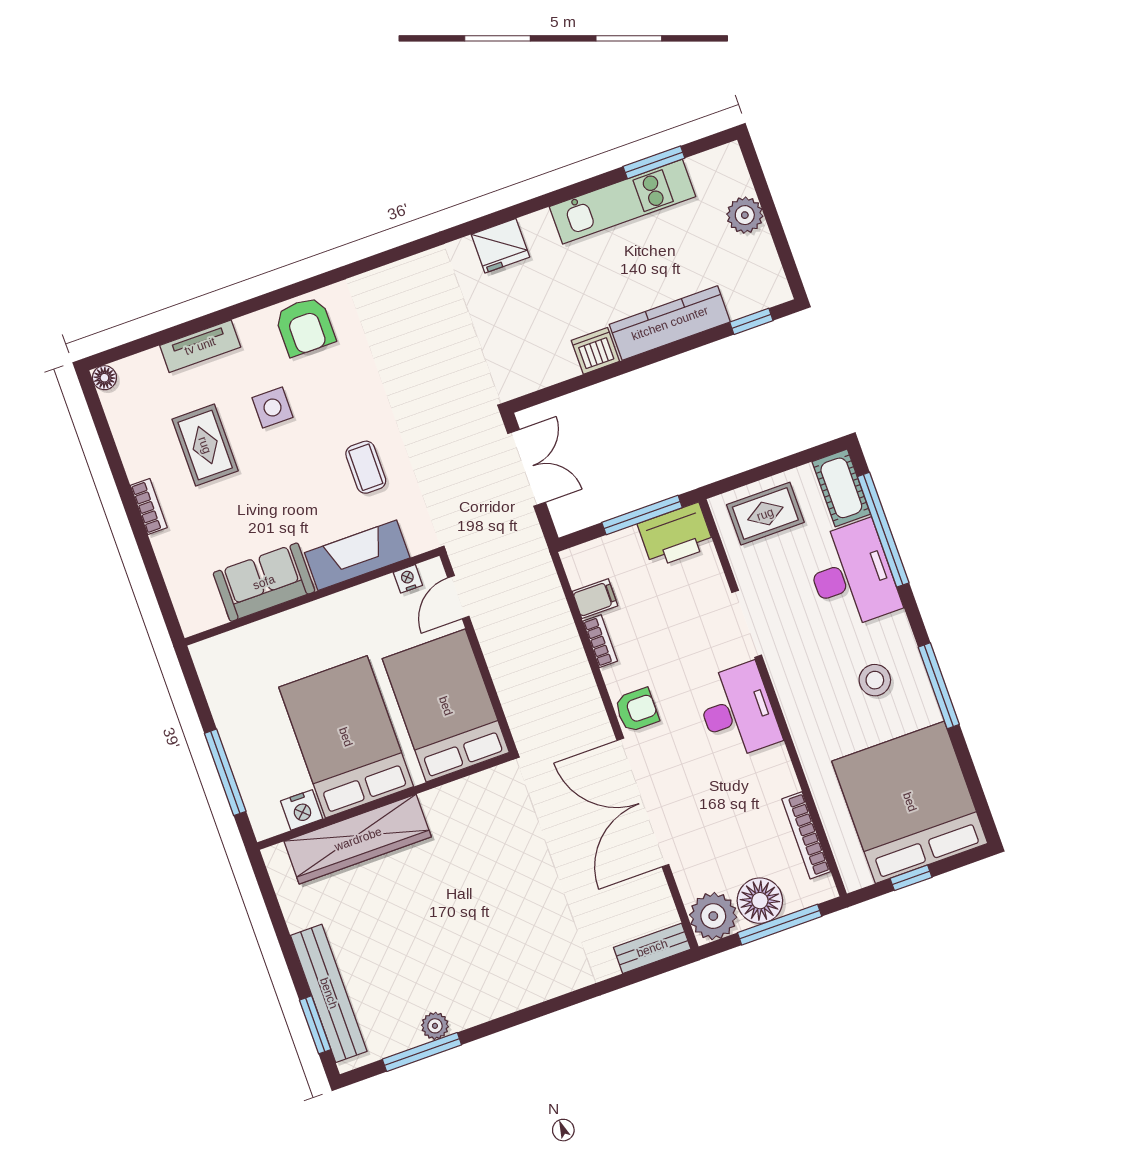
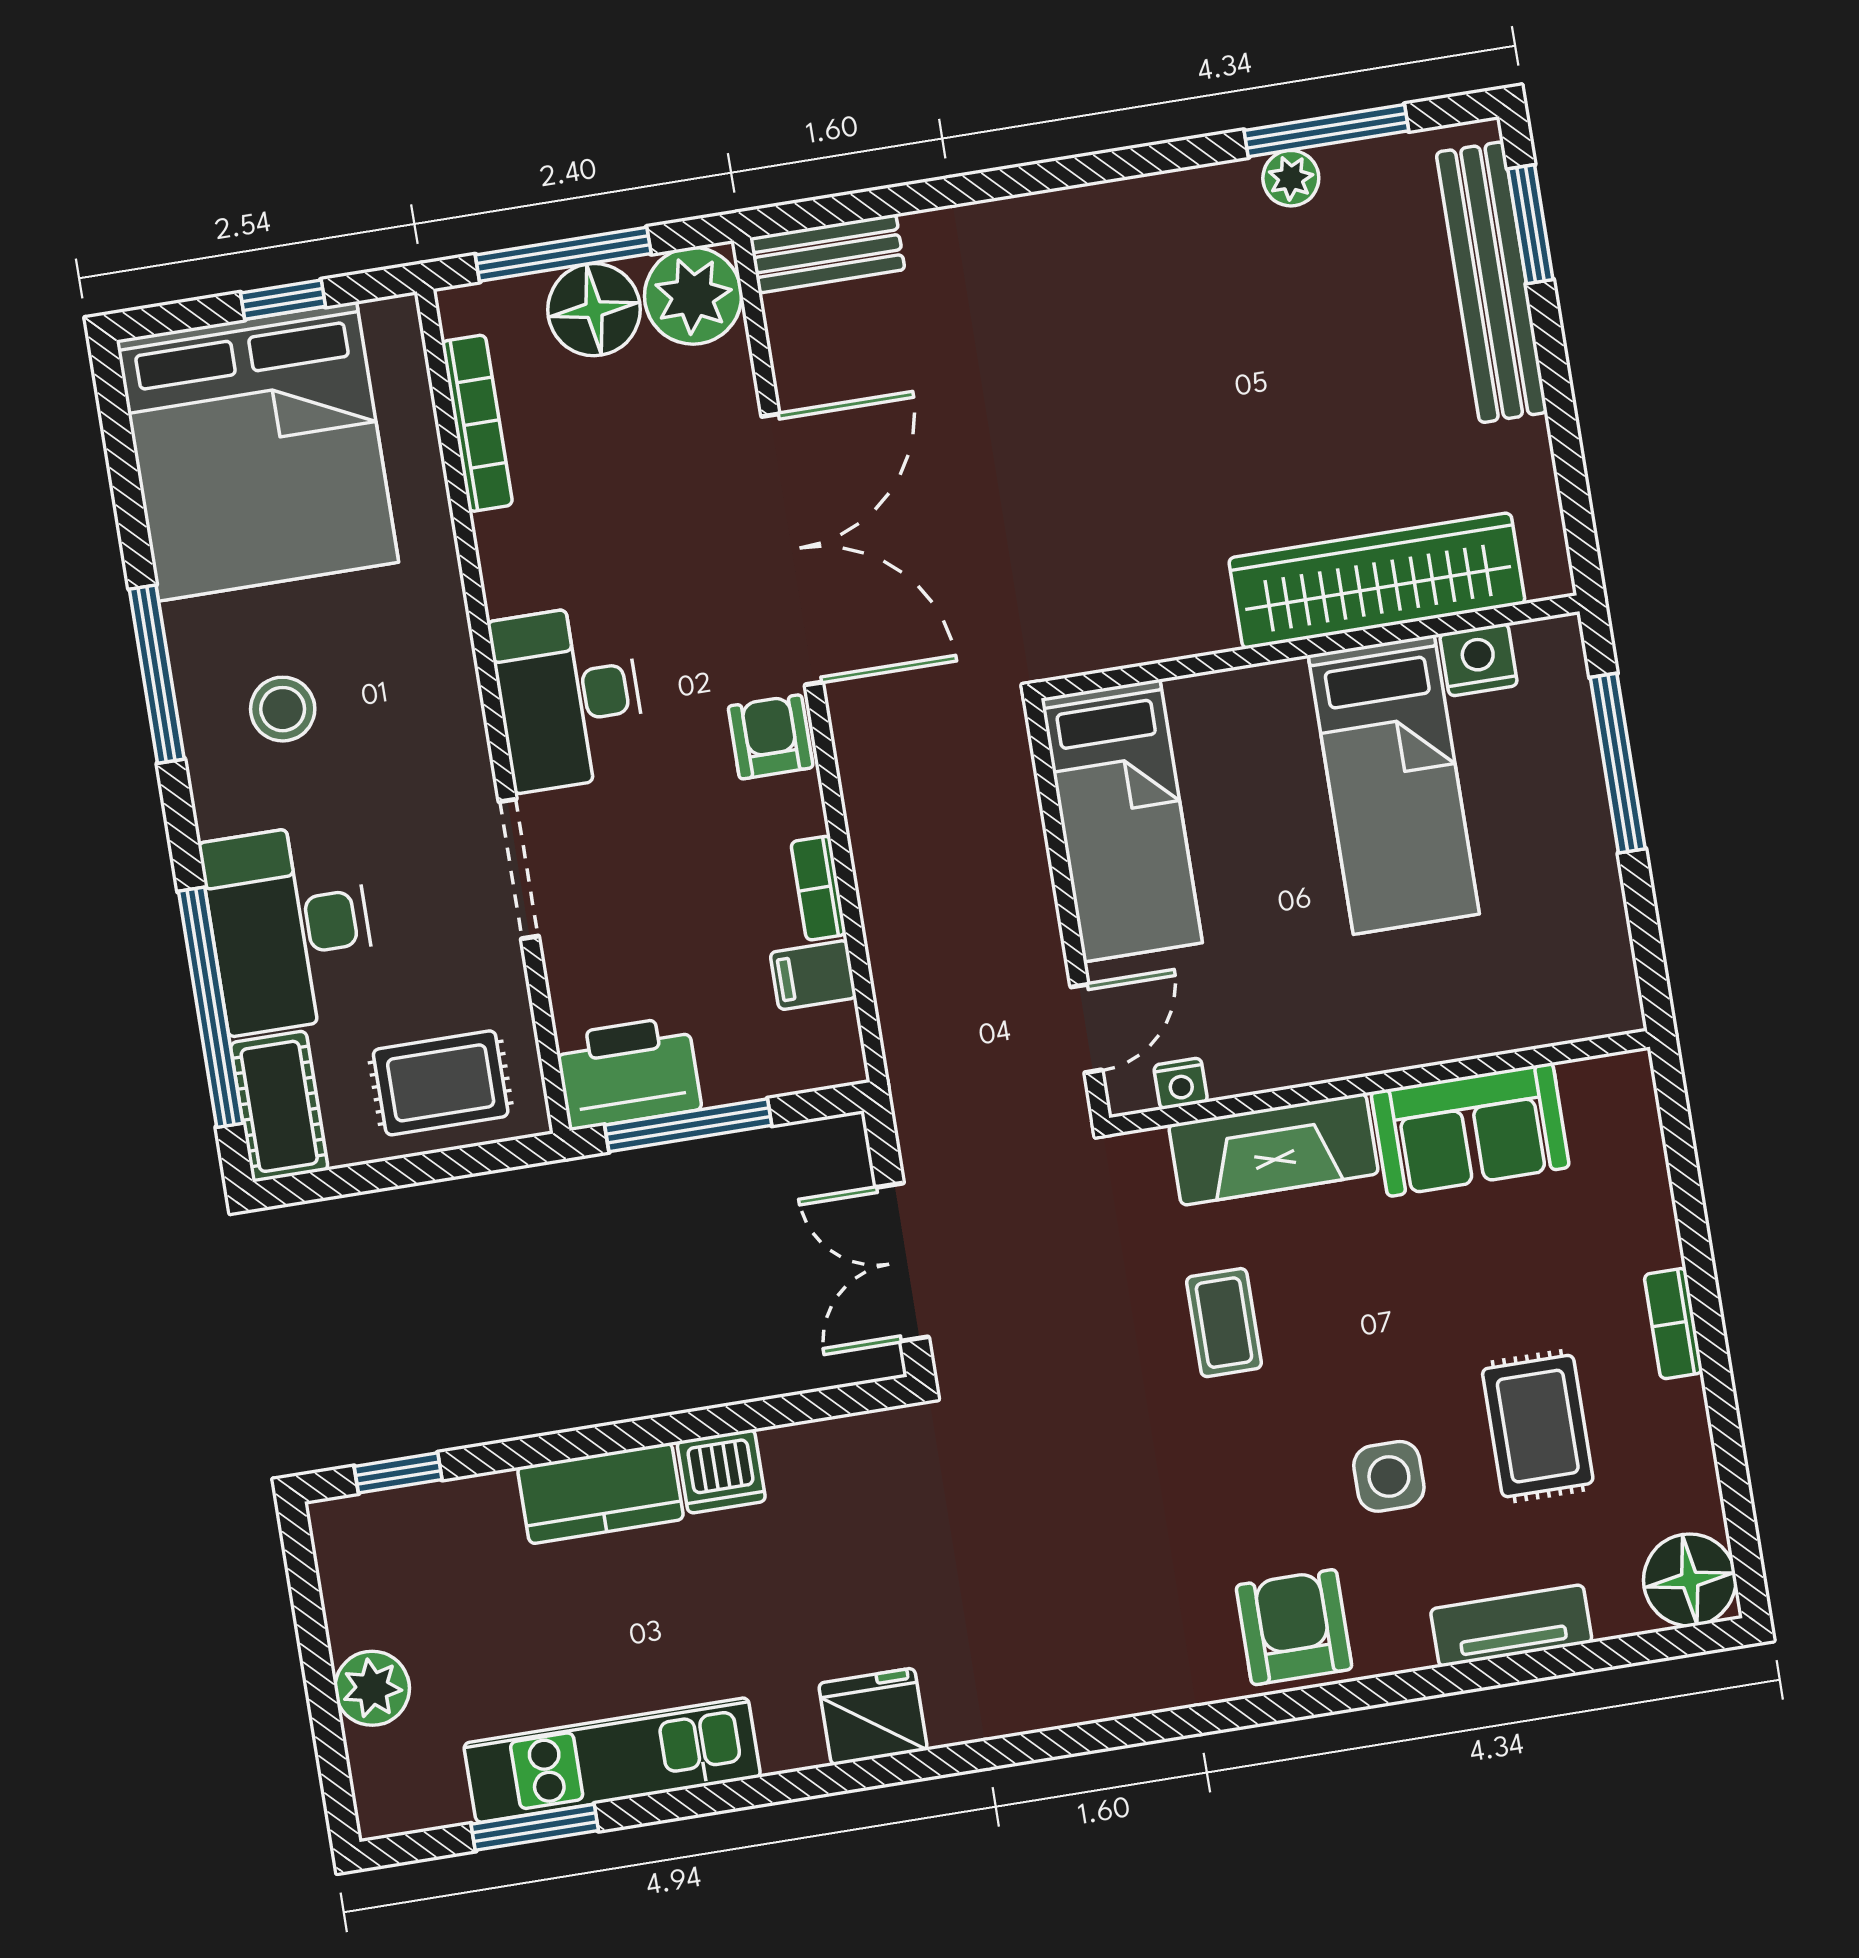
kitchen counter: (670, 323) -> (600, 1493), width x0.67
floor lamp: (104, 378) -> (1690, 1580), width x1.89, depth x1.89
bed: (446, 706) -> (1122, 821), width x0.67
armchair: (637, 710) -> (771, 737), turned 90
bed: (346, 737) -> (1394, 785), width x0.67

